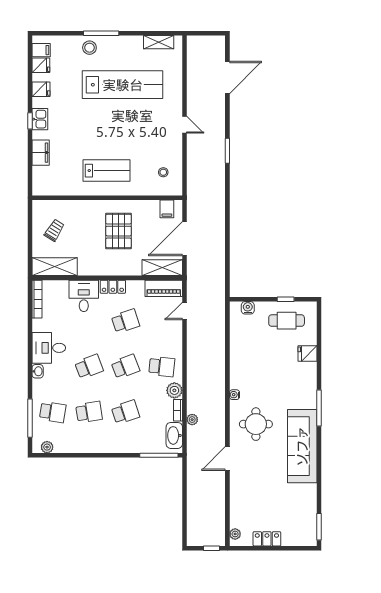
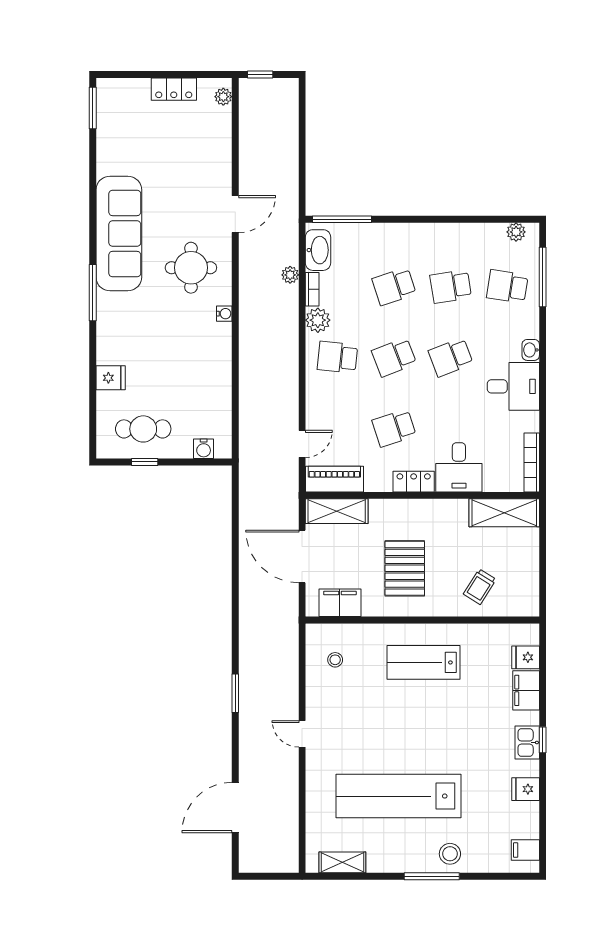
fridge: (41, 65) -> (526, 657), moved
filing cabinet: (167, 209) -> (340, 603), width x2.00
trolley: (54, 230) -> (480, 587), moved
door: (184, 239) -> (302, 556), swing flipped

